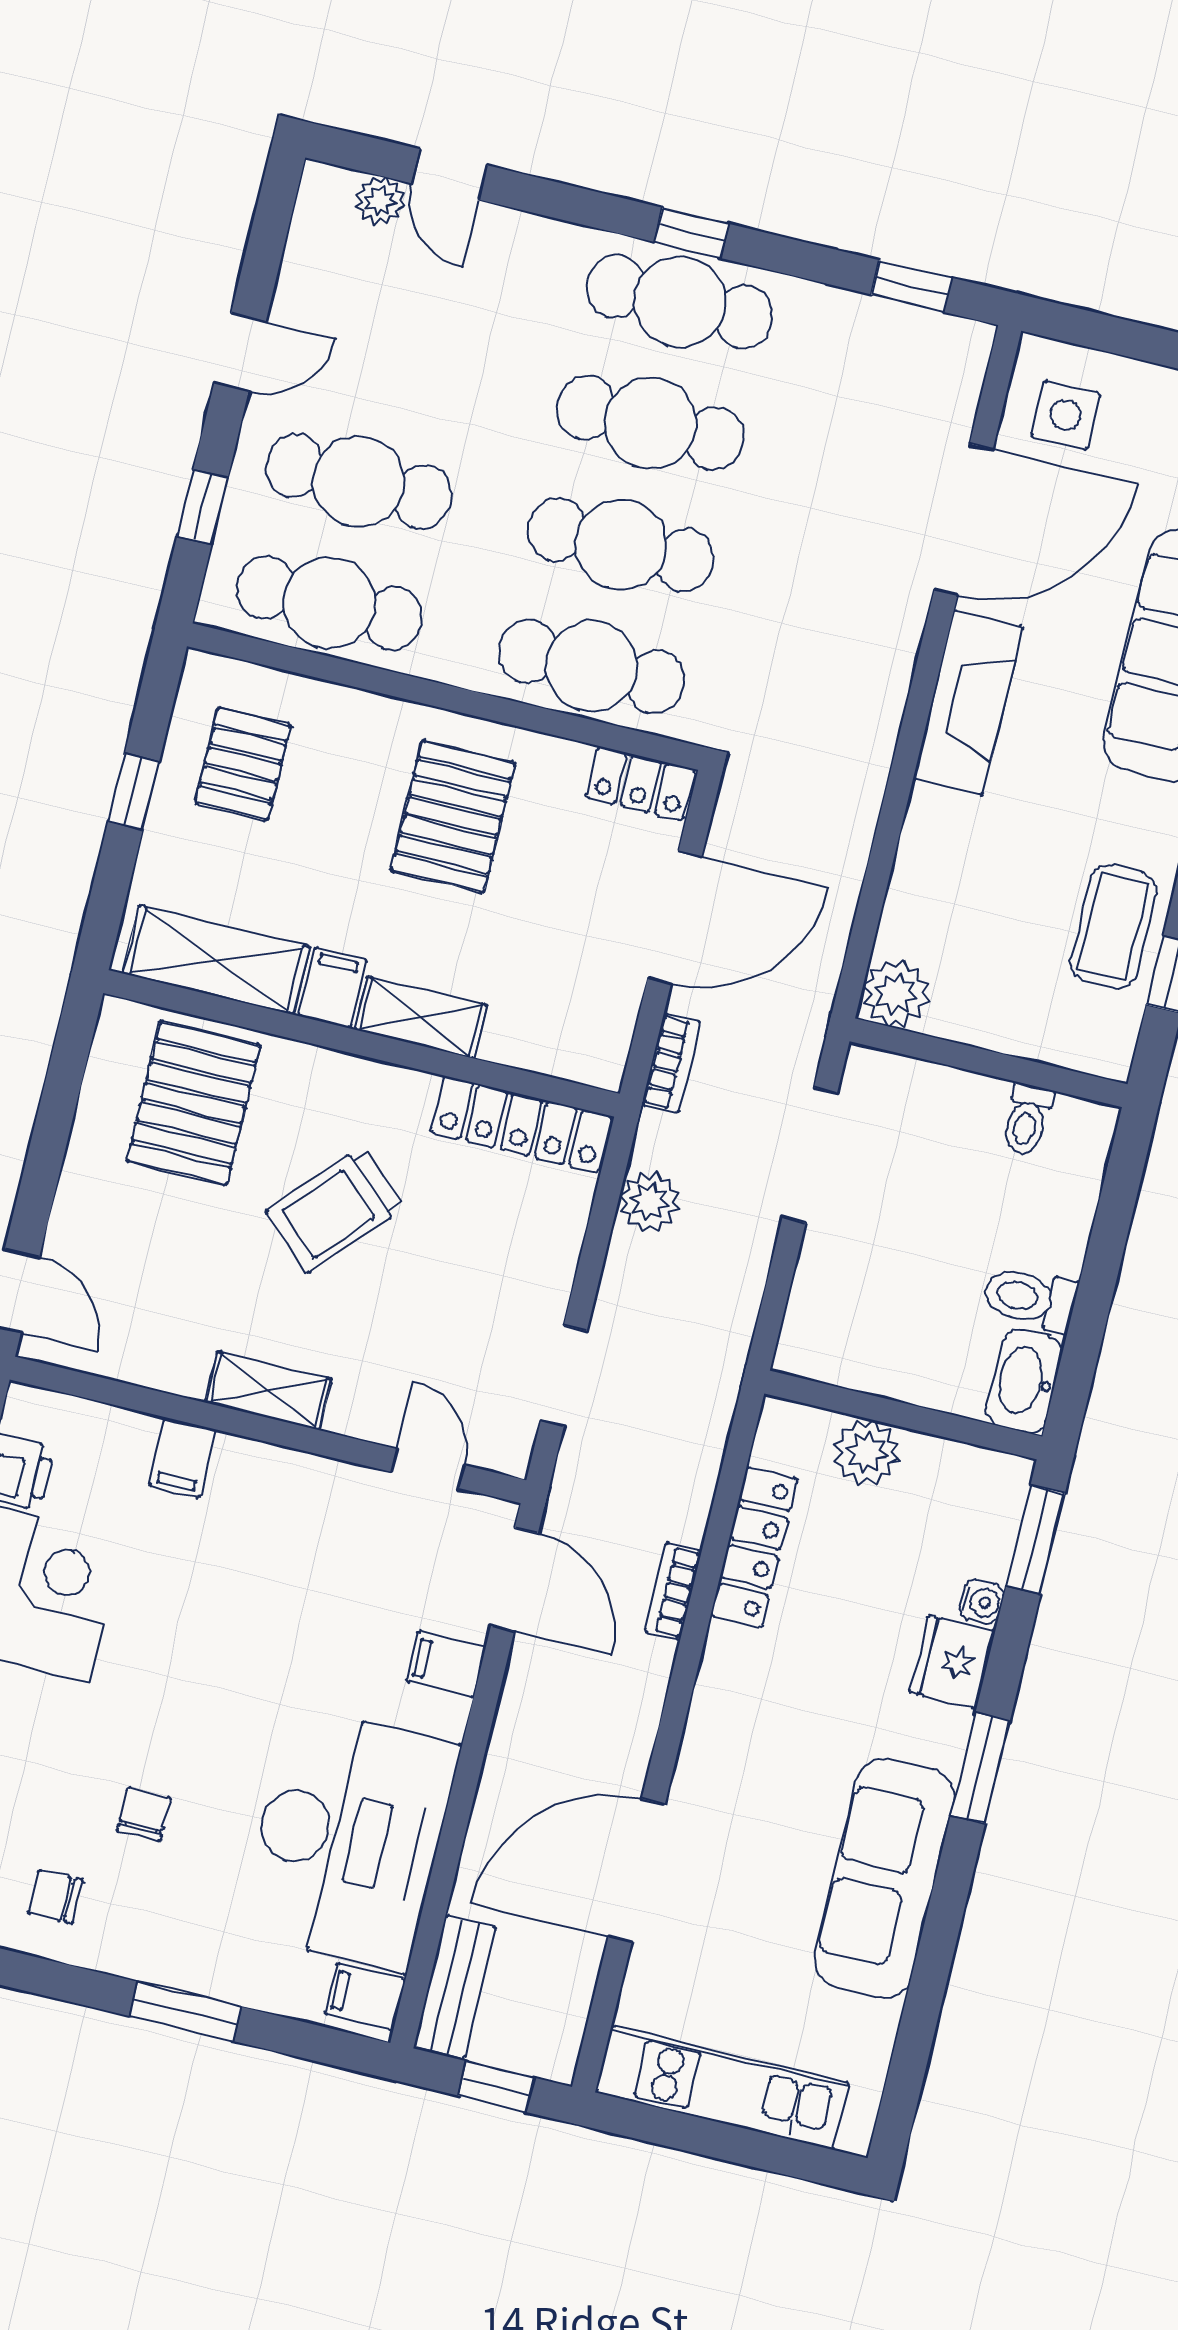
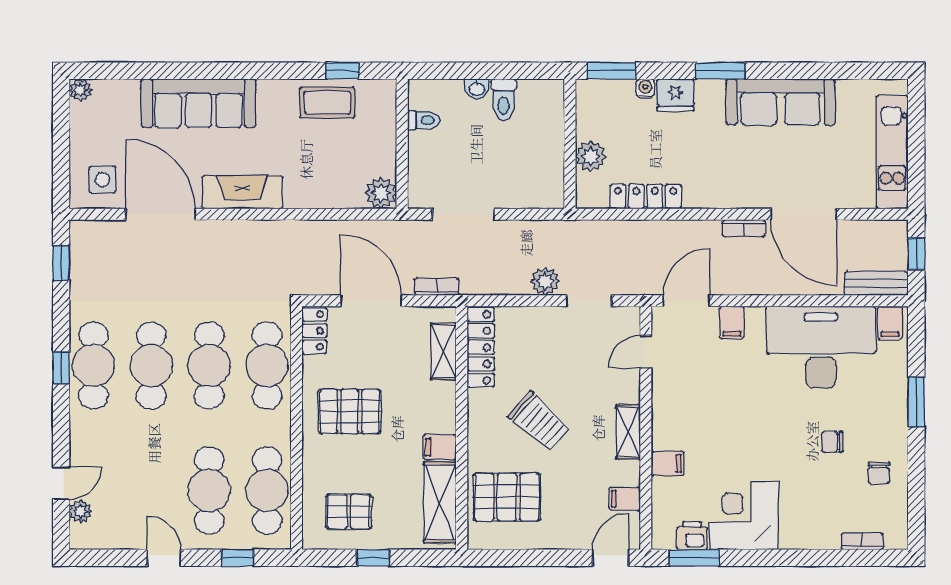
shelving: (421, 1017) -> (444, 351), moved
plant: (649, 1202) -> (545, 281), moved
filing cabinet: (130, 1350) -> (625, 499), added
washbasin: (1024, 1381) -> (477, 89), moved, width x0.52, depth x0.69
bookcase: (673, 1592) -> (744, 228), moved

